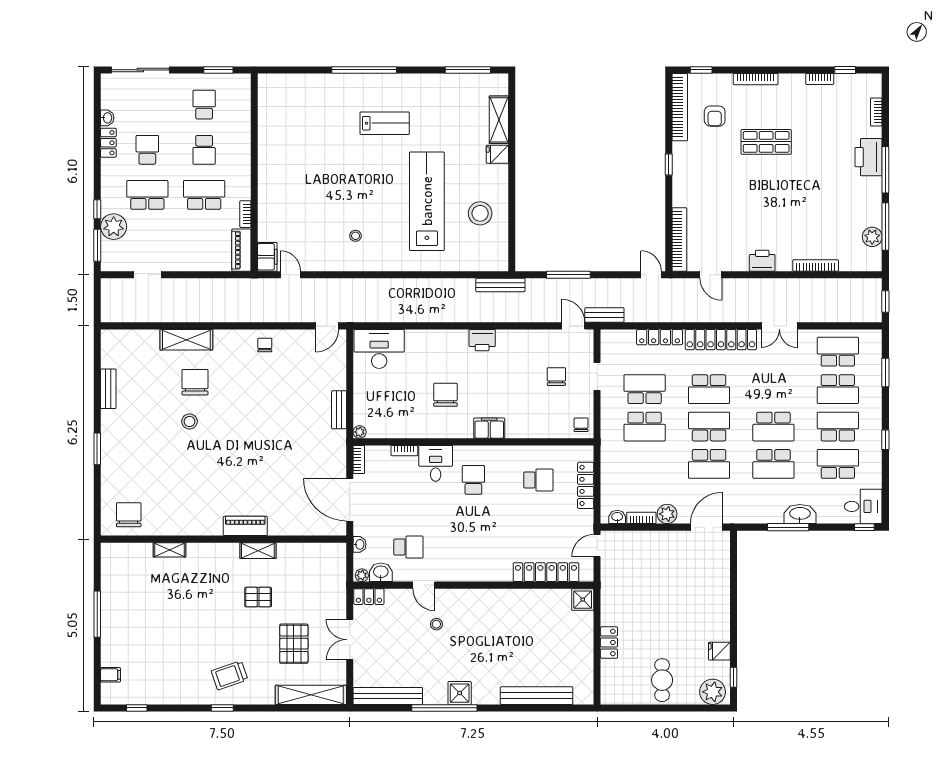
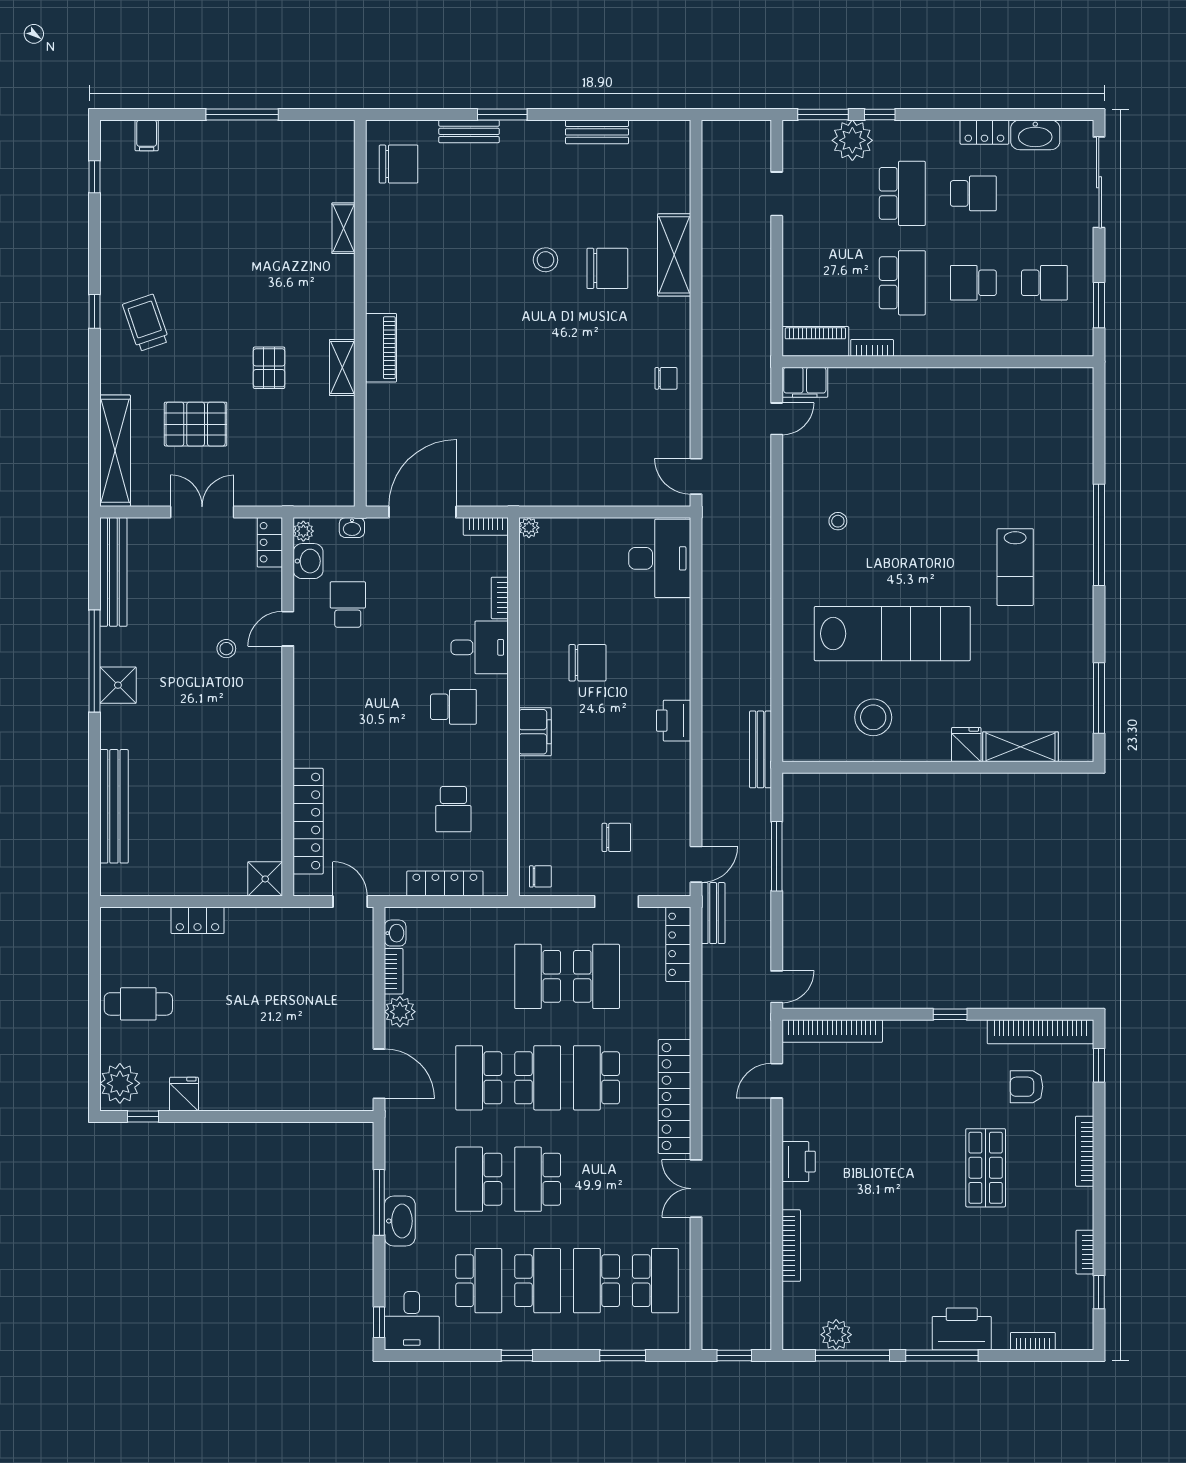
washbasin: (107, 118) -> (1035, 135), width x1.91, depth x1.45
locker: (660, 337) -> (678, 944), moved
bench: (339, 410) -> (469, 131), moved
school desk: (408, 547) -> (348, 604), turned 180

